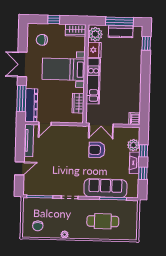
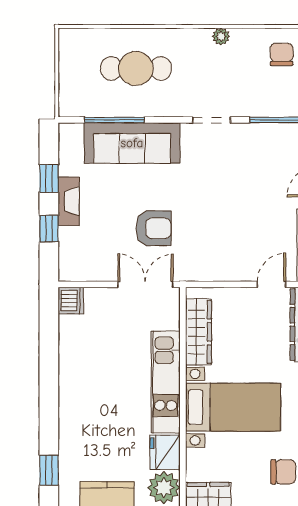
wardrobe: (78, 103) -> (199, 332), width x1.50
plant: (133, 145) -> (72, 241), removed

